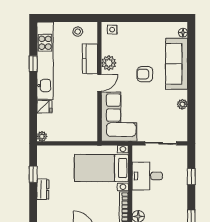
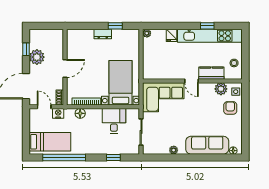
plant: (109, 63) -> (221, 89), moved
armchair: (145, 74) -> (230, 108), moved

